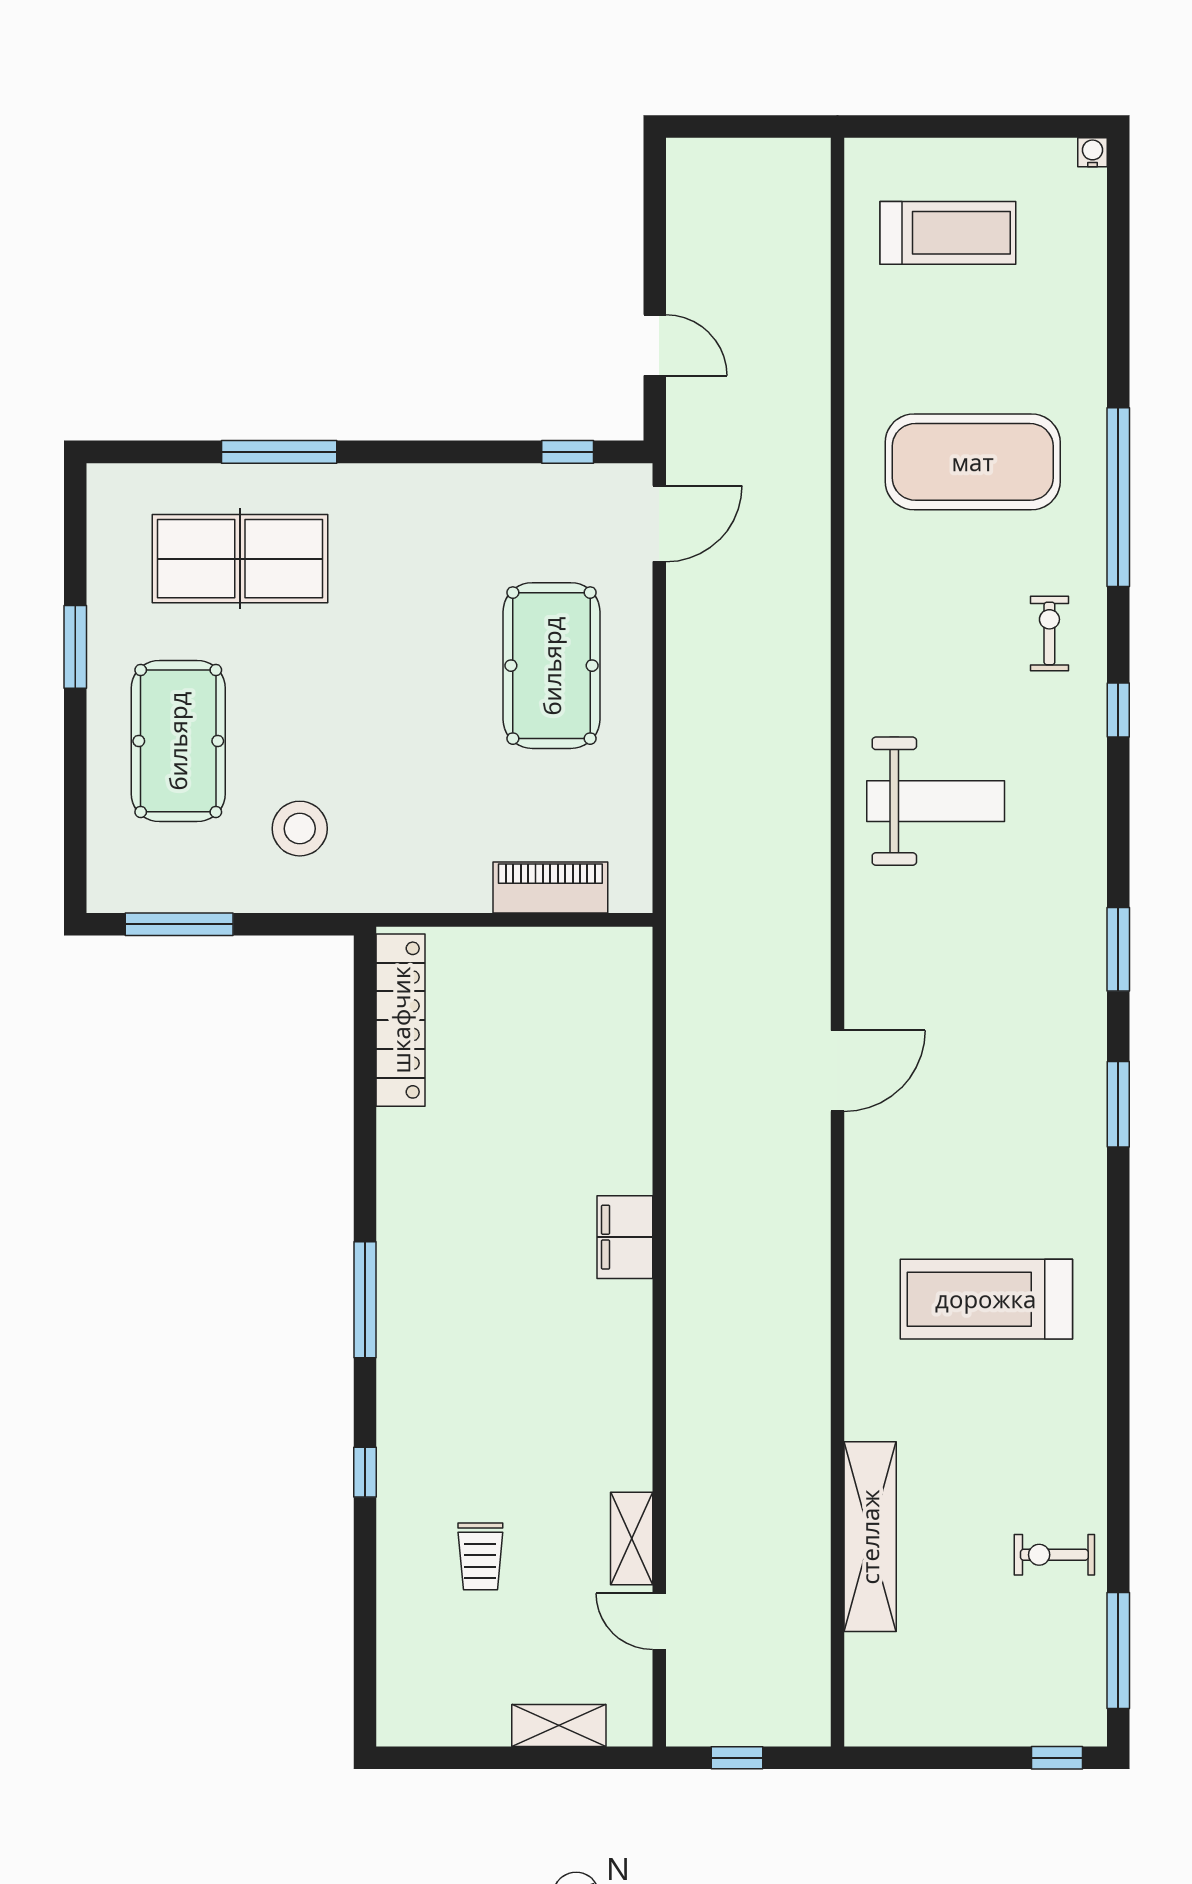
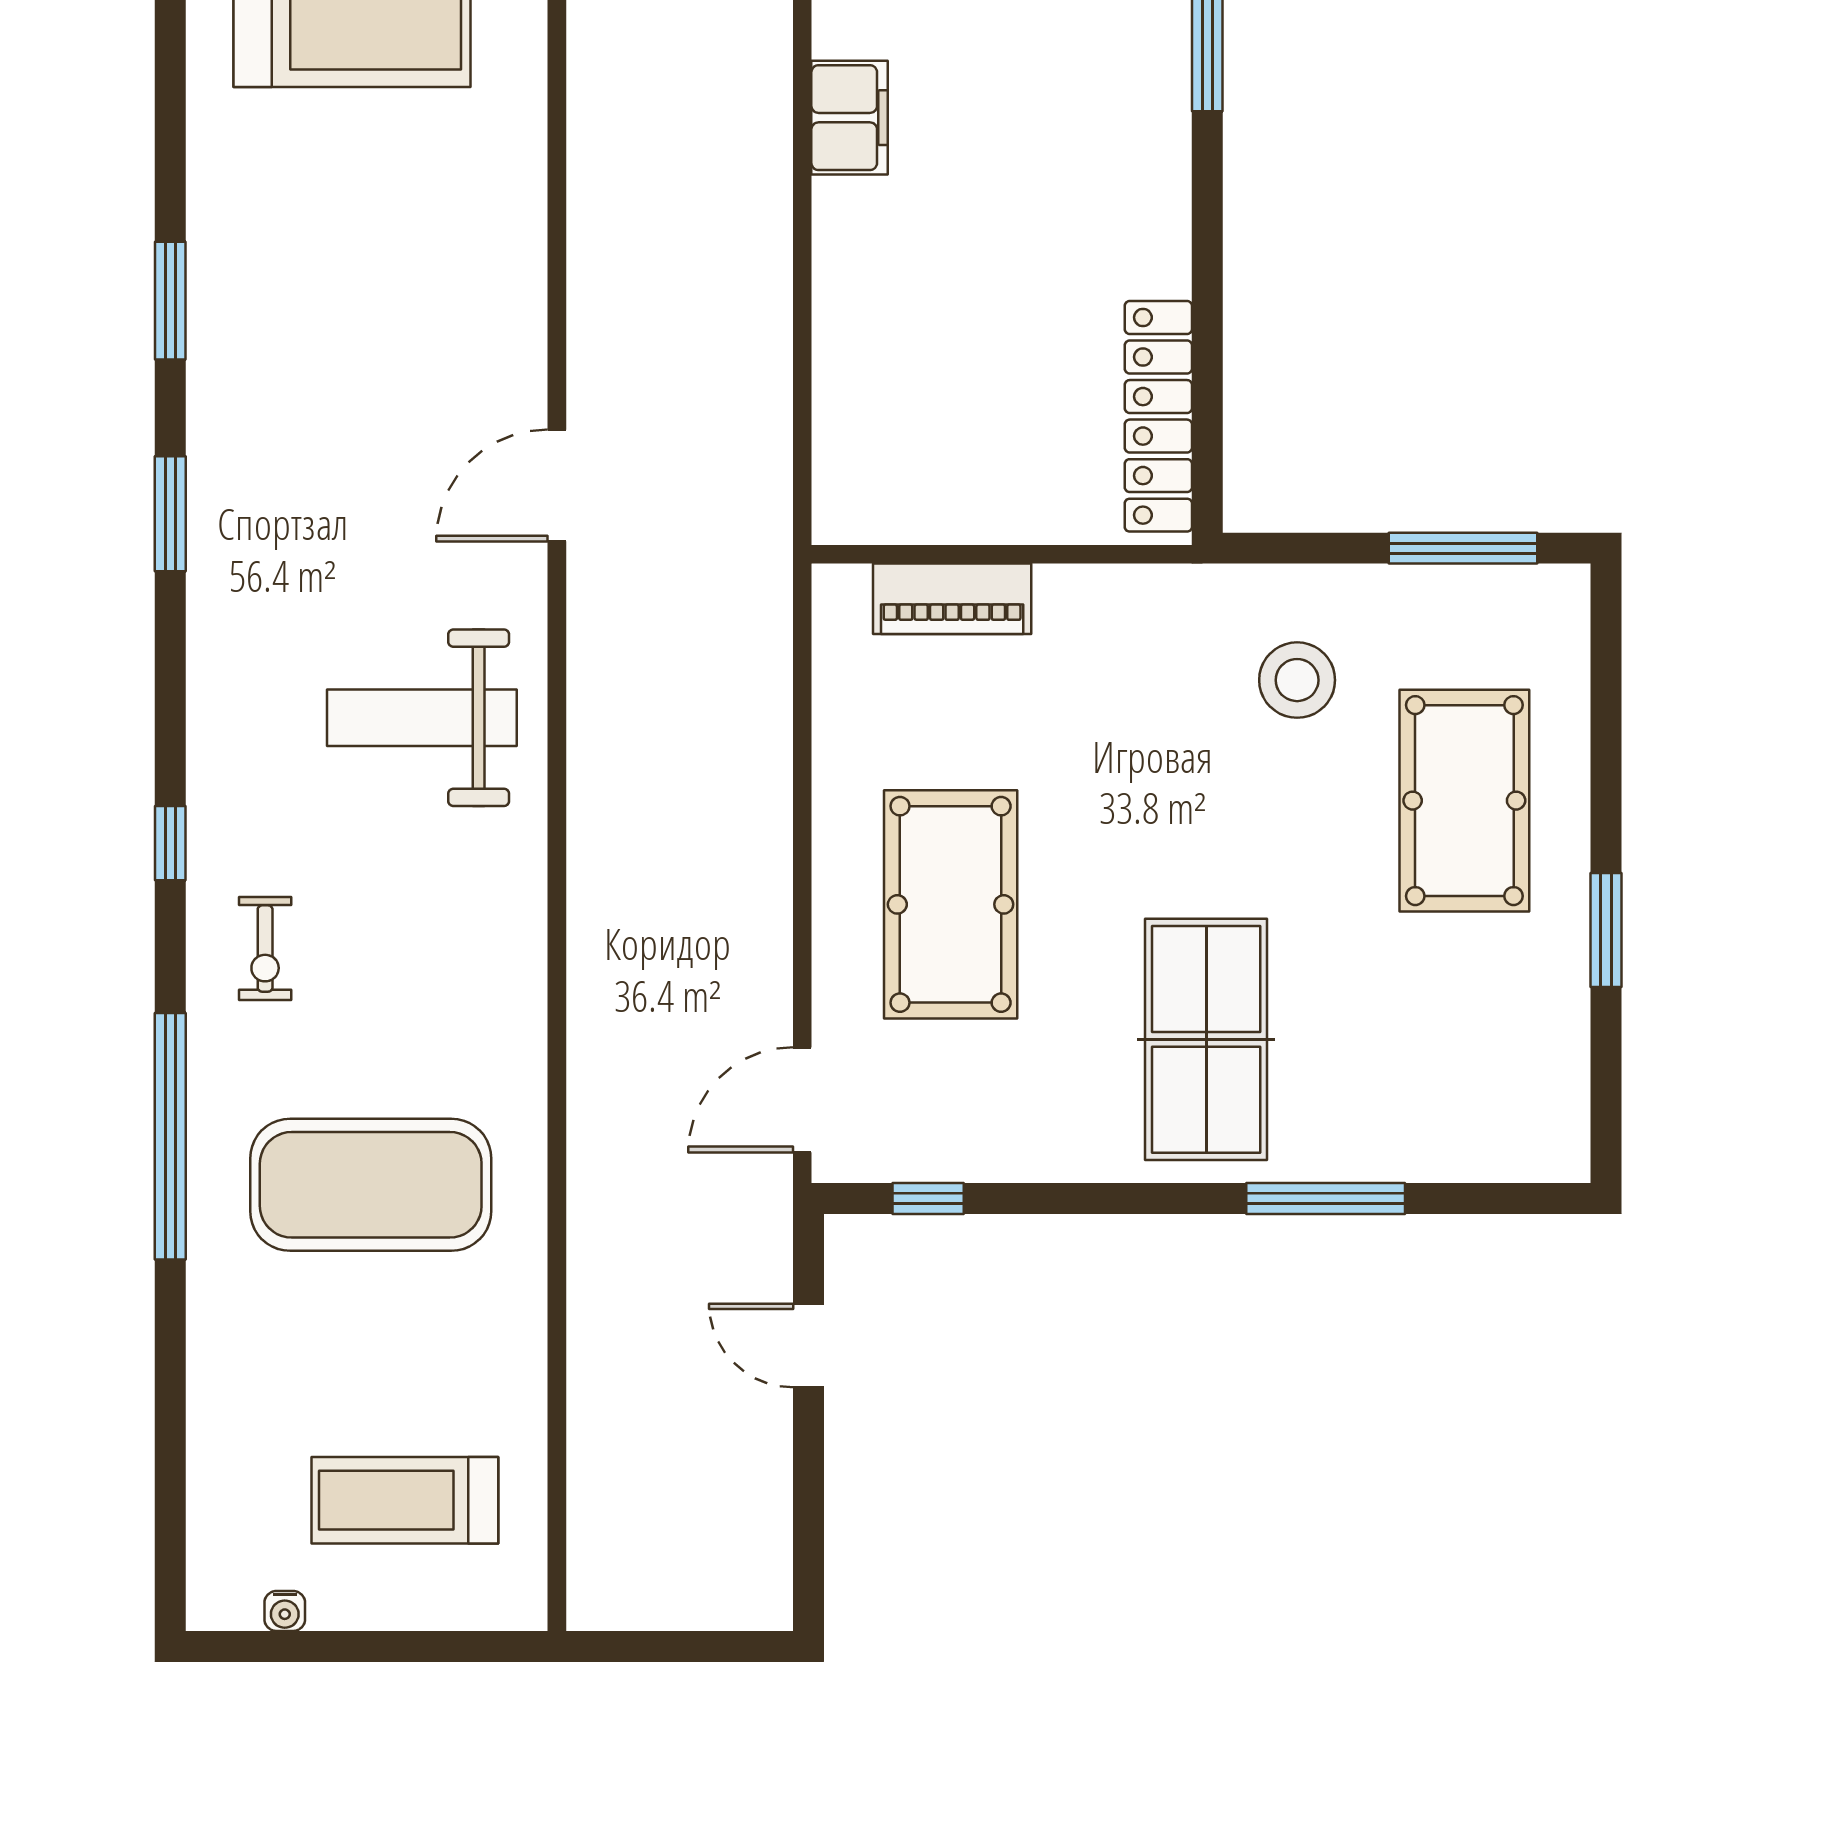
water cooler: (1092, 152) -> (285, 1611), moved
table tennis table: (240, 559) -> (1206, 1039), moved, turned 90
door: (837, 1071) -> (557, 485), moved

